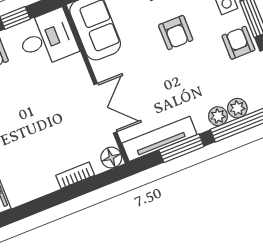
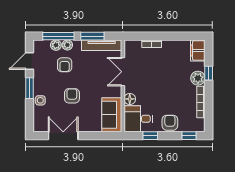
armchair: (238, 43) -> (65, 65), moved
floor lamp: (111, 158) -> (130, 99), moved

